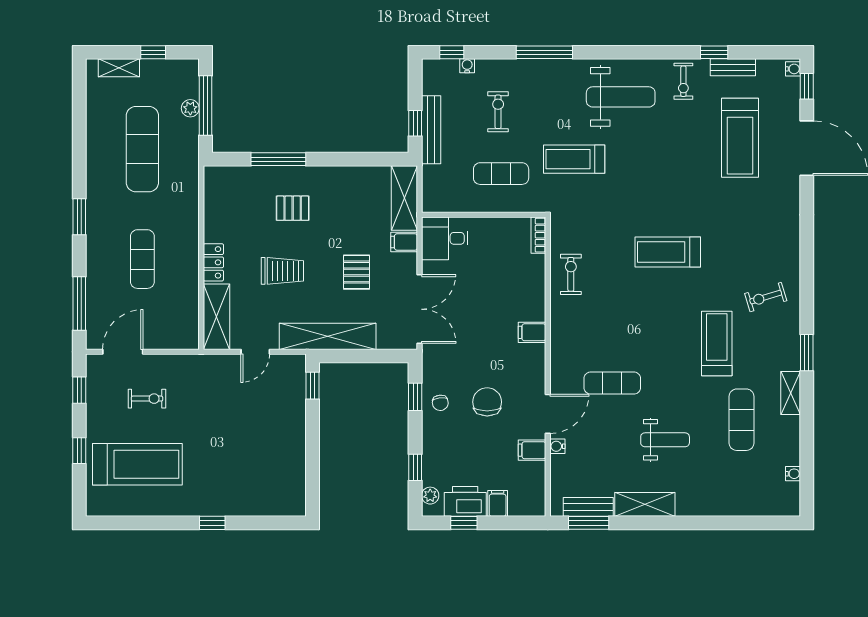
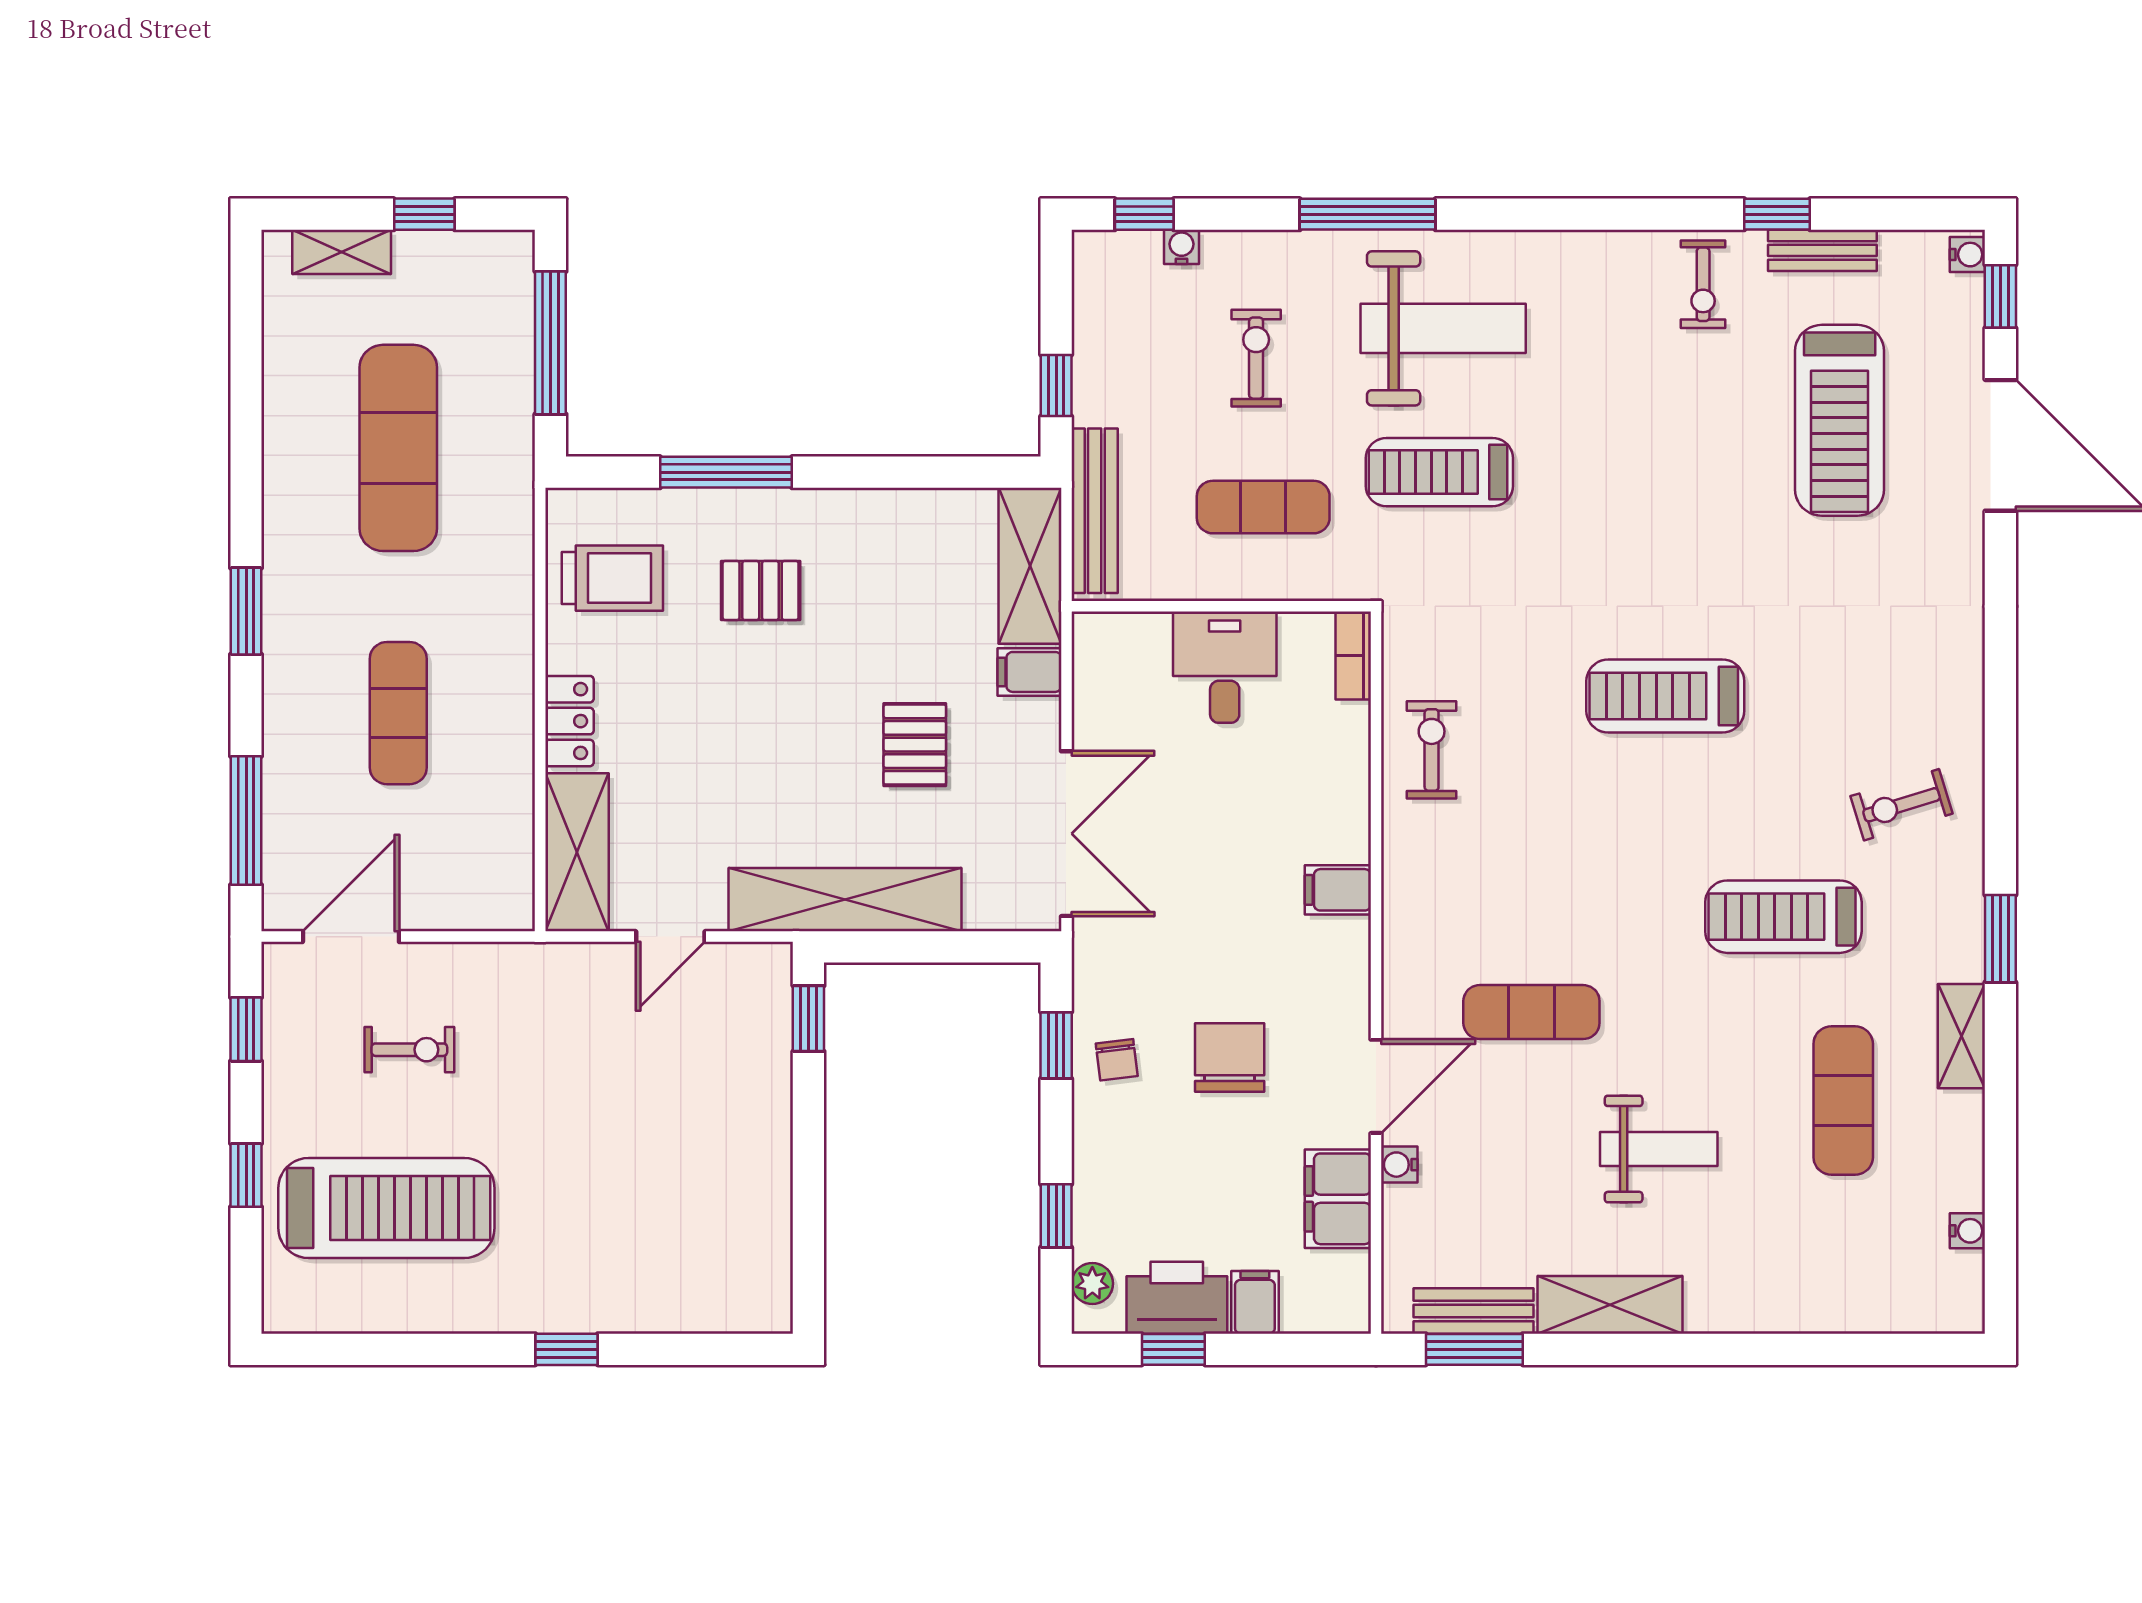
weight bench: (621, 97) -> (1443, 328), moved
plant: (190, 108) -> (514, 349), removed
bench: (431, 130) -> (1095, 511), moved
desk: (445, 238) -> (1225, 667), moved, turned 90
trolley: (282, 271) -> (612, 578), moved
treadmill: (717, 343) -> (1783, 917), turned -90
filing cabinet: (532, 450) -> (1338, 1199), width x2.00

